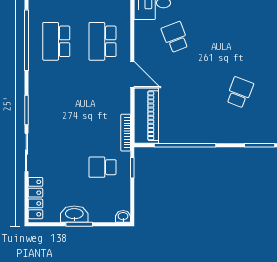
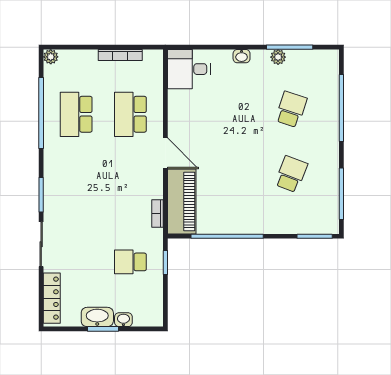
school desk: (175, 37) -> (291, 109), moved, turned 39
bookcase: (126, 133) -> (158, 214), width x0.64
washbasin: (123, 216) -> (123, 320), moved

